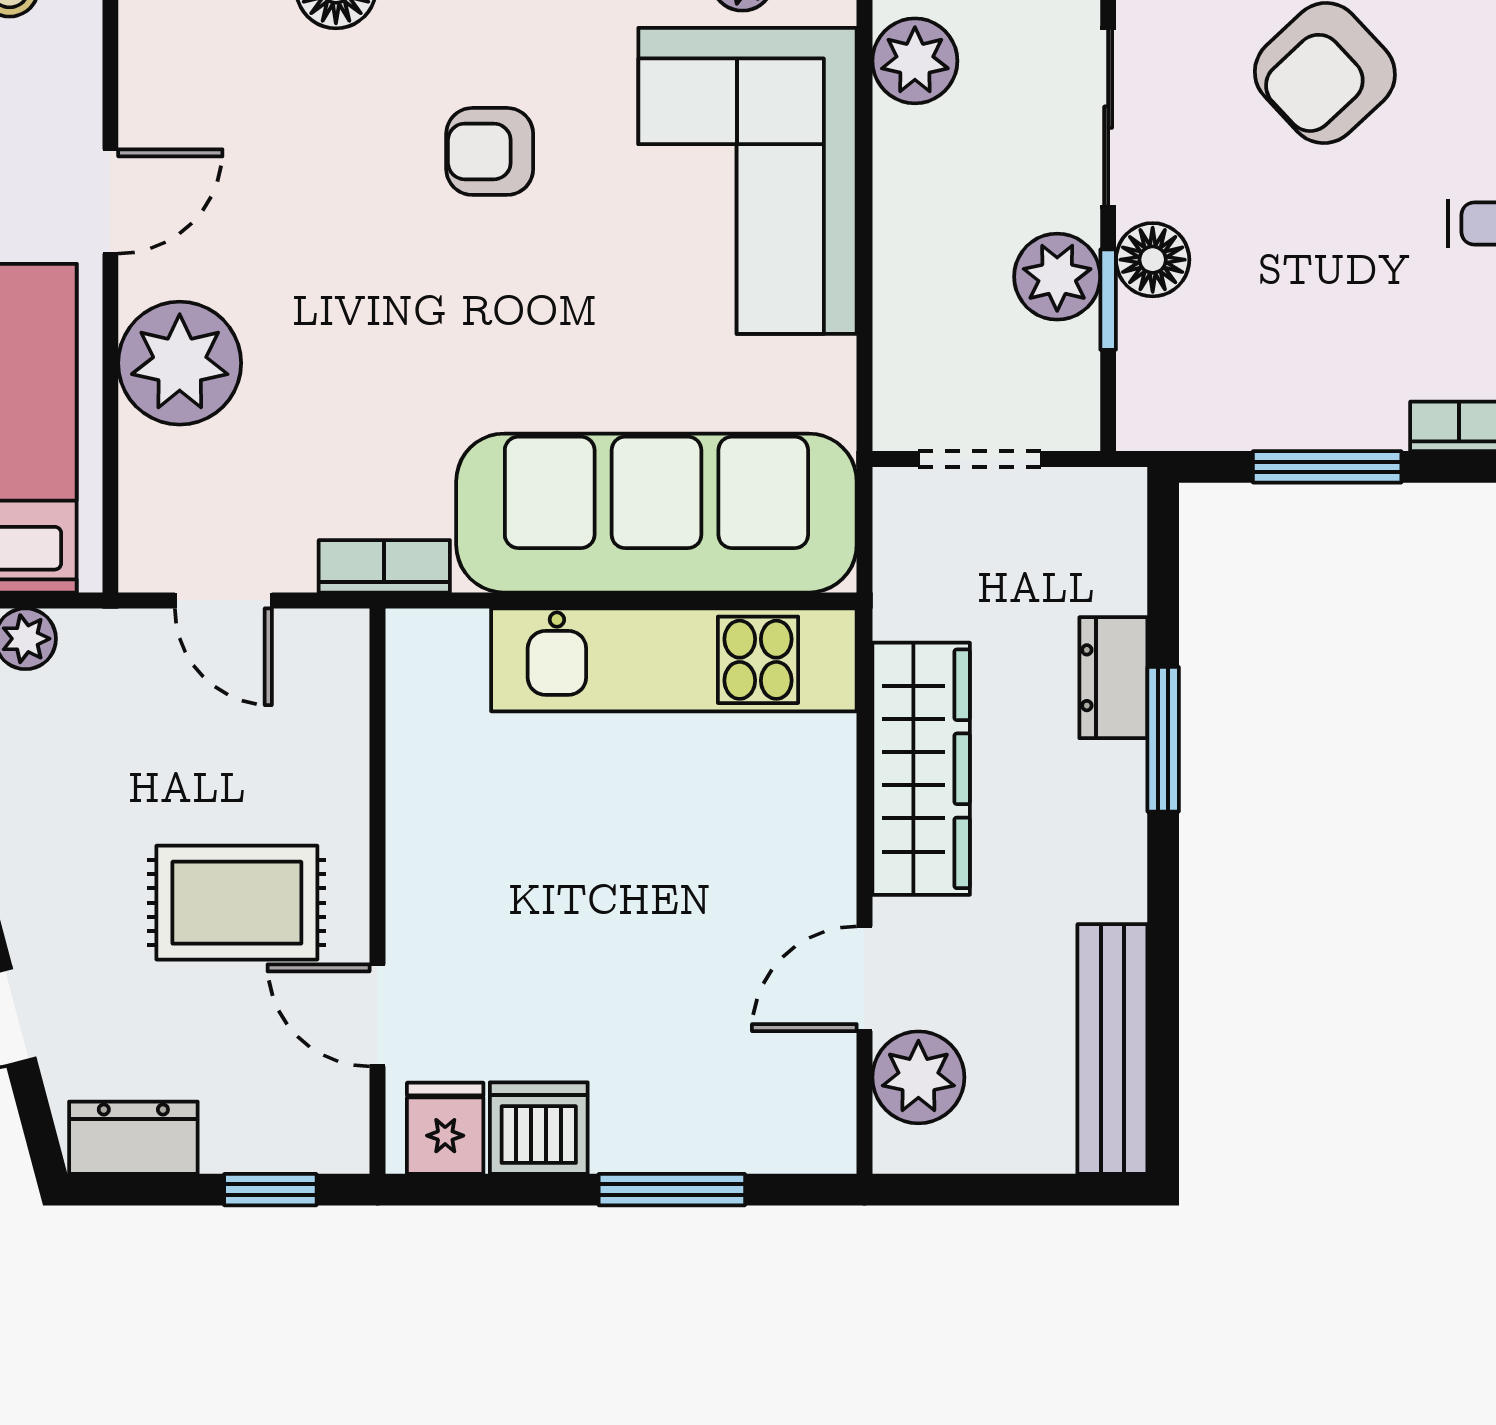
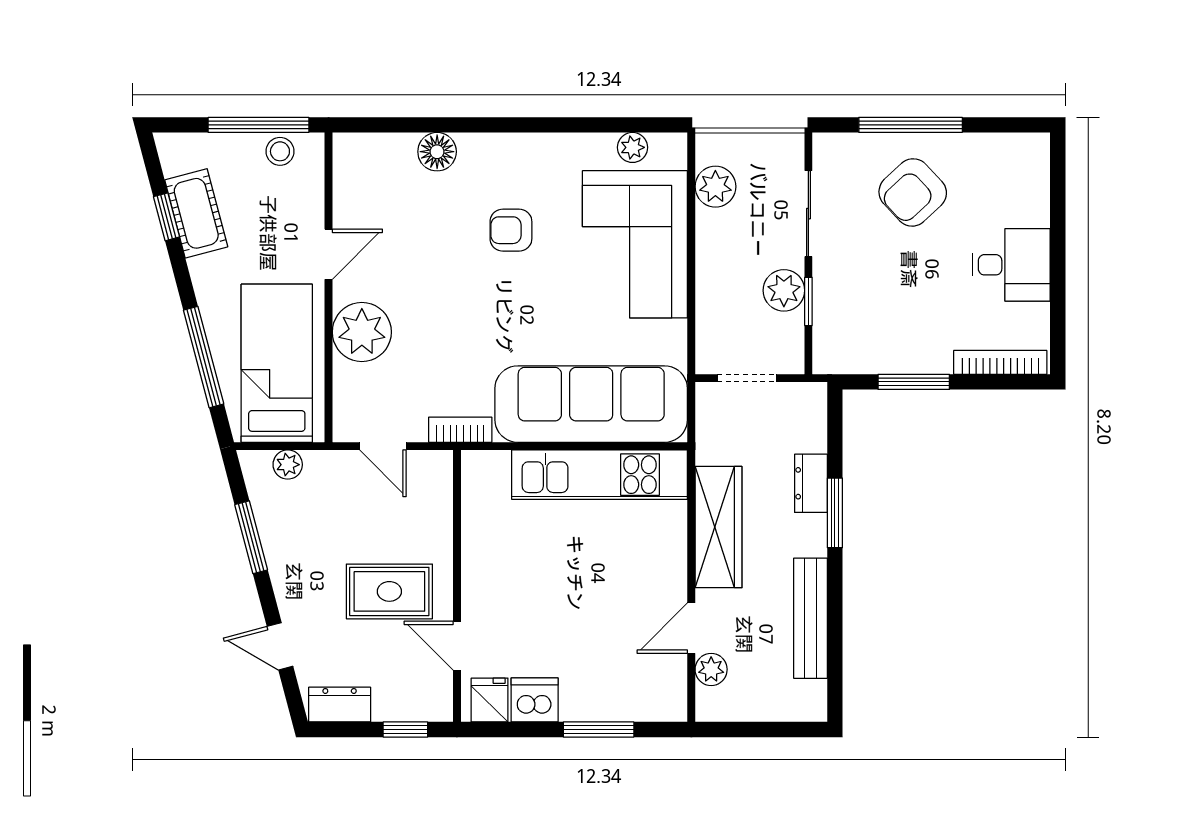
floor lamp: (1153, 260) -> (830, 282), removed
bench: (1112, 1049) -> (810, 618), moved
plant: (918, 1077) -> (711, 669), width x0.73, depth x0.73

